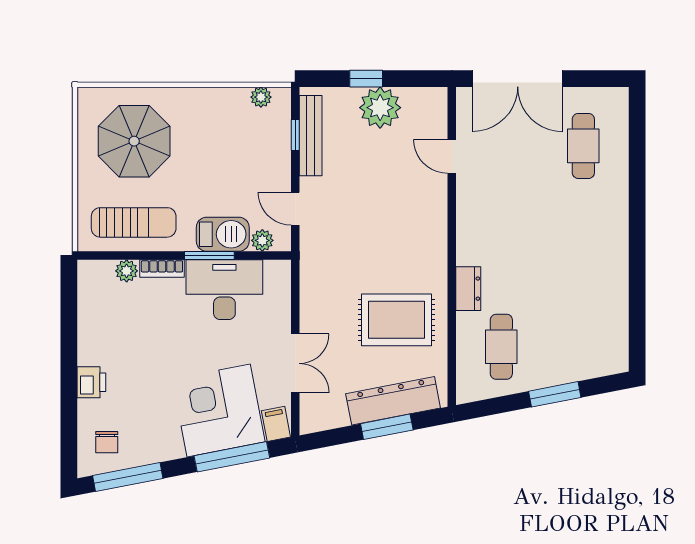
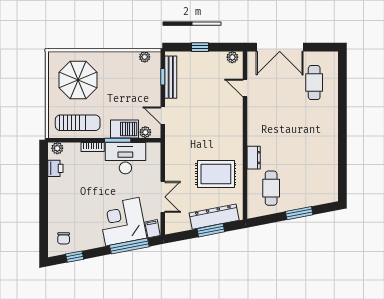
plant: (380, 108) -> (232, 57), moved, width x0.53, depth x0.53
plant: (127, 271) -> (57, 148), moved
printer: (91, 382) -> (55, 168), moved
window: (128, 477) -> (75, 257), width x0.46

